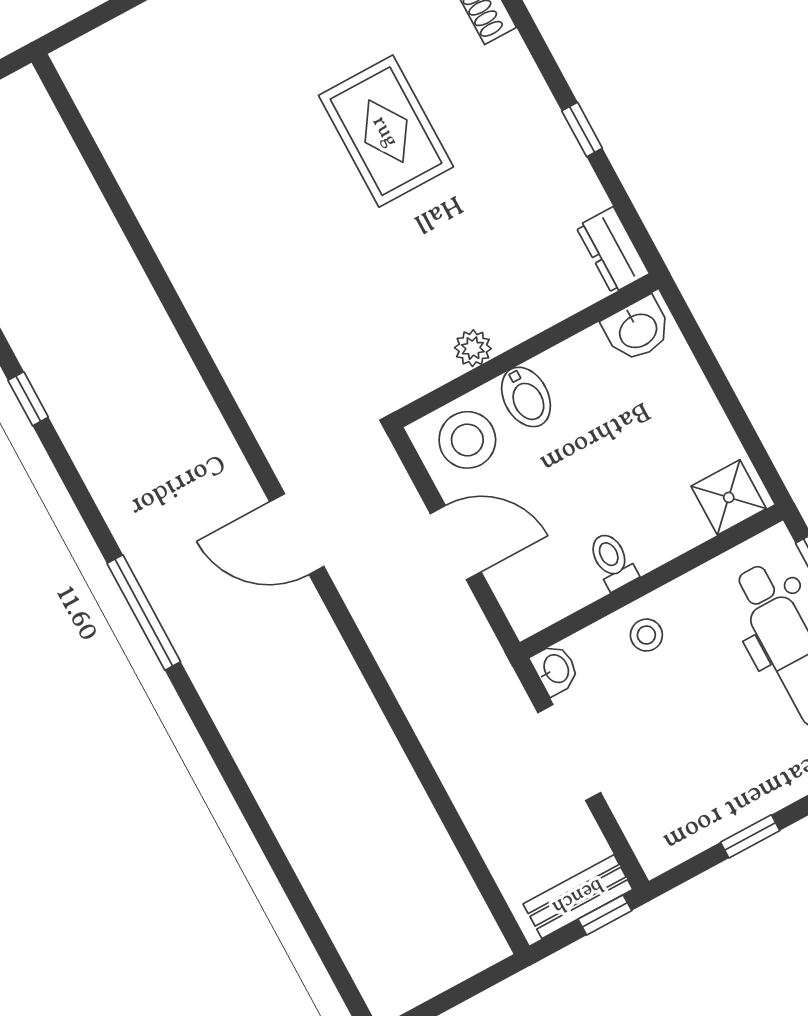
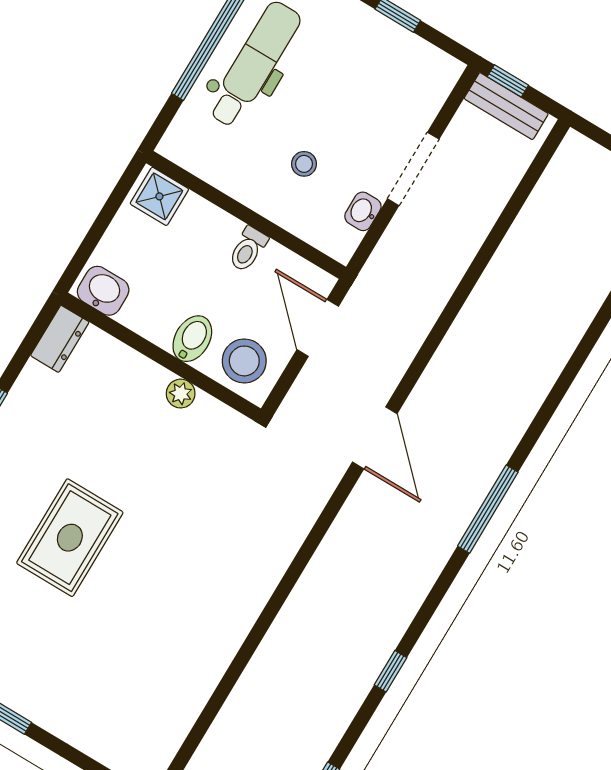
shower: (729, 497) -> (159, 196), moved
toilet: (612, 561) -> (248, 249), moved
wall: (651, 581) -> (246, 215), moved

